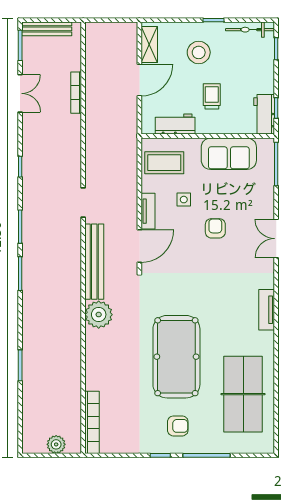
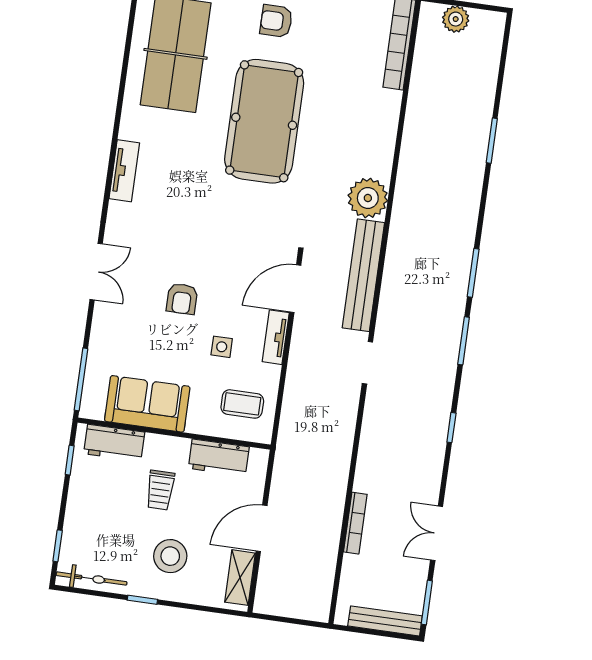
workbench: (264, 114) -> (114, 443), moved, turned 90
coffee table: (164, 163) -> (242, 404), width x0.73, depth x0.77

